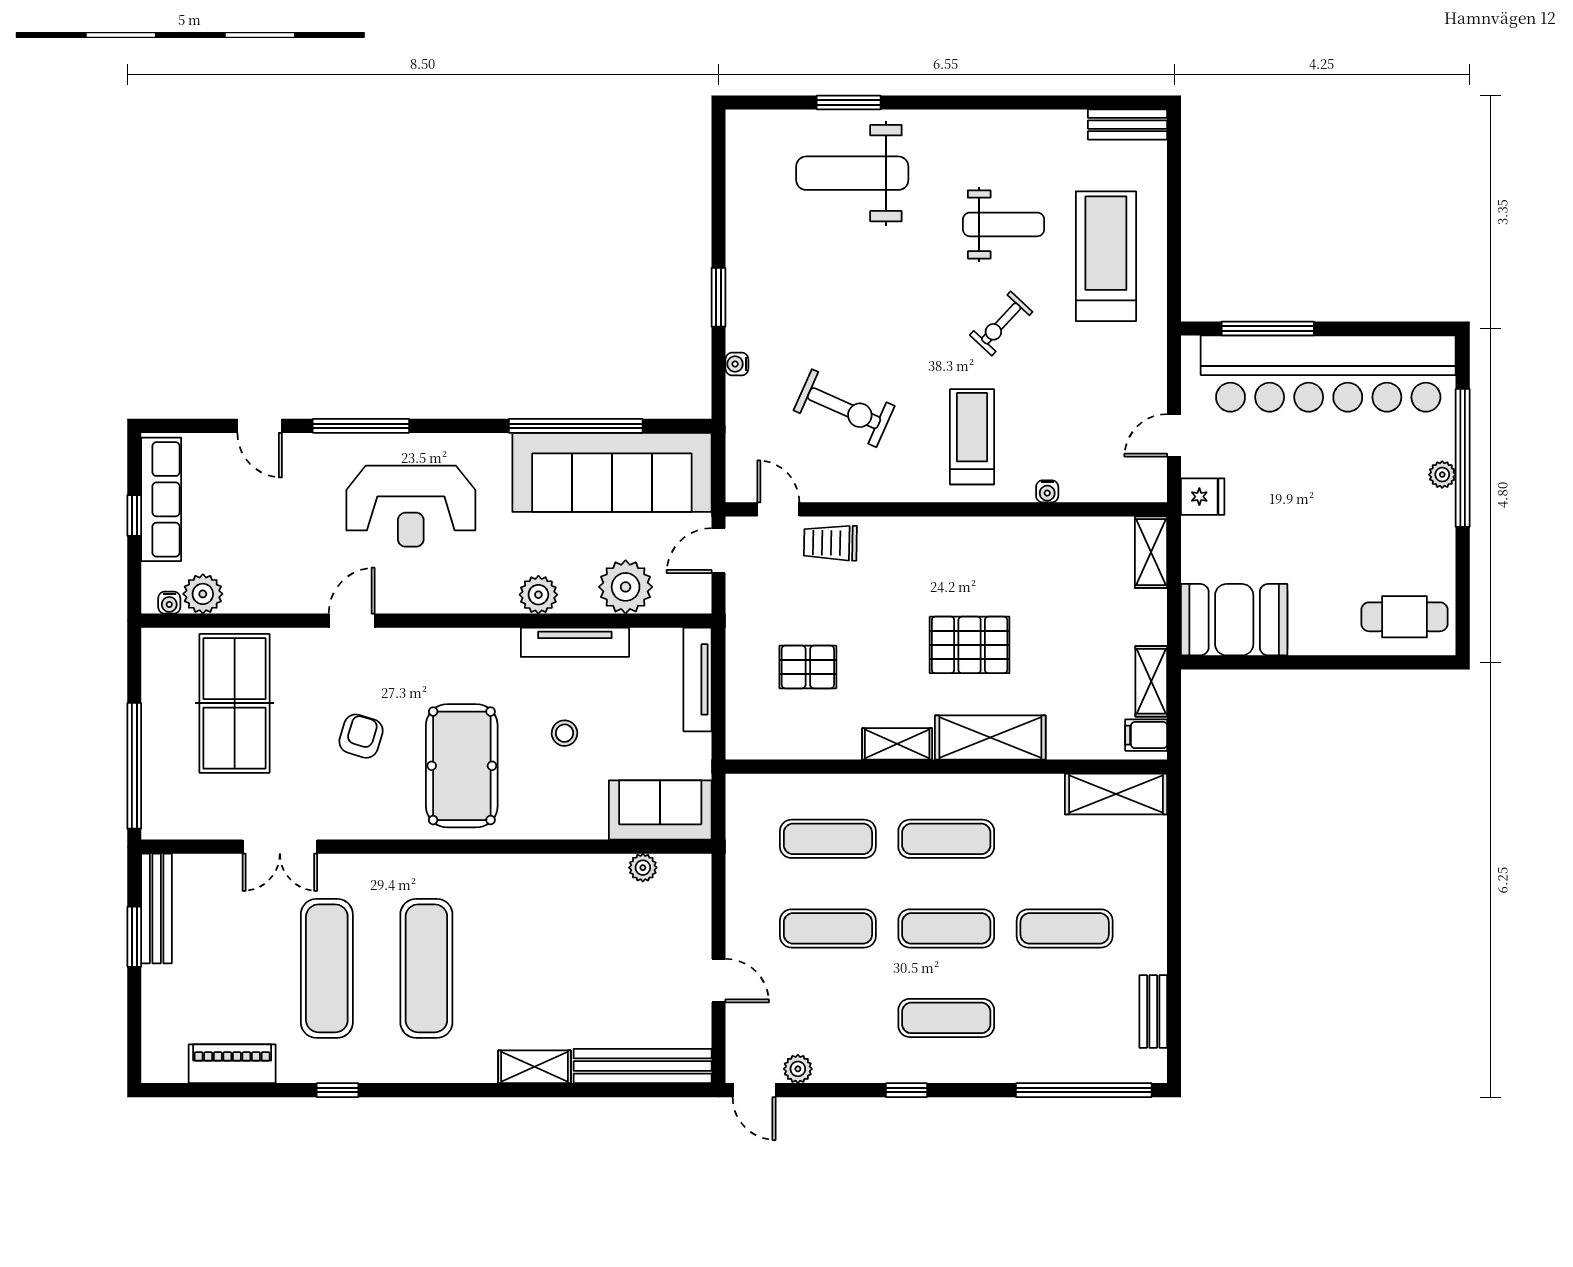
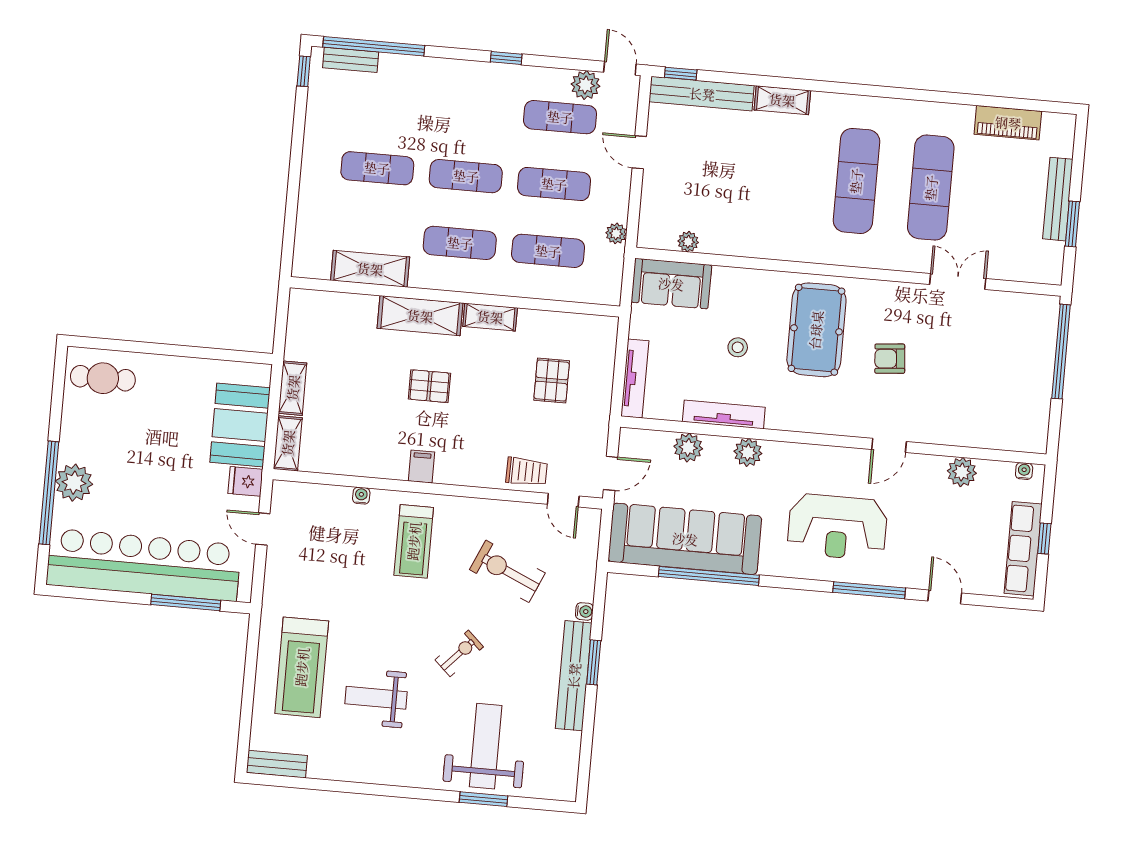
weight bench: (852, 173) -> (486, 746), turned -90
bench: (743, 277) -> (574, 676), added
exercise bike: (1001, 323) -> (459, 653), moved
door: (1174, 435) -> (263, 529), swing flipped
plant: (1442, 475) -> (74, 483), width x1.88, depth x1.88
reception desk: (411, 506) -> (837, 527), turned 180
plant: (626, 587) -> (688, 448), width x0.73, depth x0.73
plant: (203, 594) -> (962, 472), moved
booth: (1234, 620) -> (240, 425), moved, turned 90
pallet: (970, 645) -> (429, 386), width x0.67, depth x0.71
pallet: (808, 667) -> (552, 381), turned 90
shelving: (1151, 681) -> (293, 388), moved
table tennis table: (235, 703) -> (982, 391), removed
filing cabinet: (1146, 735) -> (421, 466), moved, turned -90
armchair: (361, 736) -> (890, 359), turned 68
shelving: (1116, 794) -> (370, 269), moved
plant: (740, 870) -> (616, 233), added
bench: (157, 908) -> (1058, 199), moved
bench: (1153, 1011) -> (351, 60), moved, turned 90
exercise mat: (946, 1018) -> (560, 117), moved
window: (1174, 1049) -> (304, 71), added
plant: (798, 1069) -> (585, 85), width x1.38, depth x1.38
window: (338, 1090) -> (681, 74), moved

